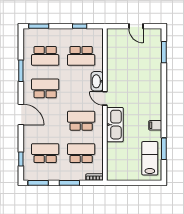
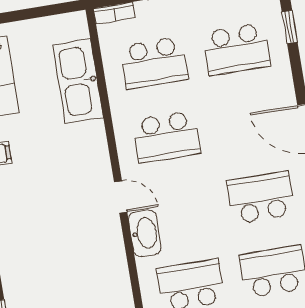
school desk: (45, 88) -> (261, 197), turned 180
kitchen sink: (115, 125) -> (78, 81), moved

